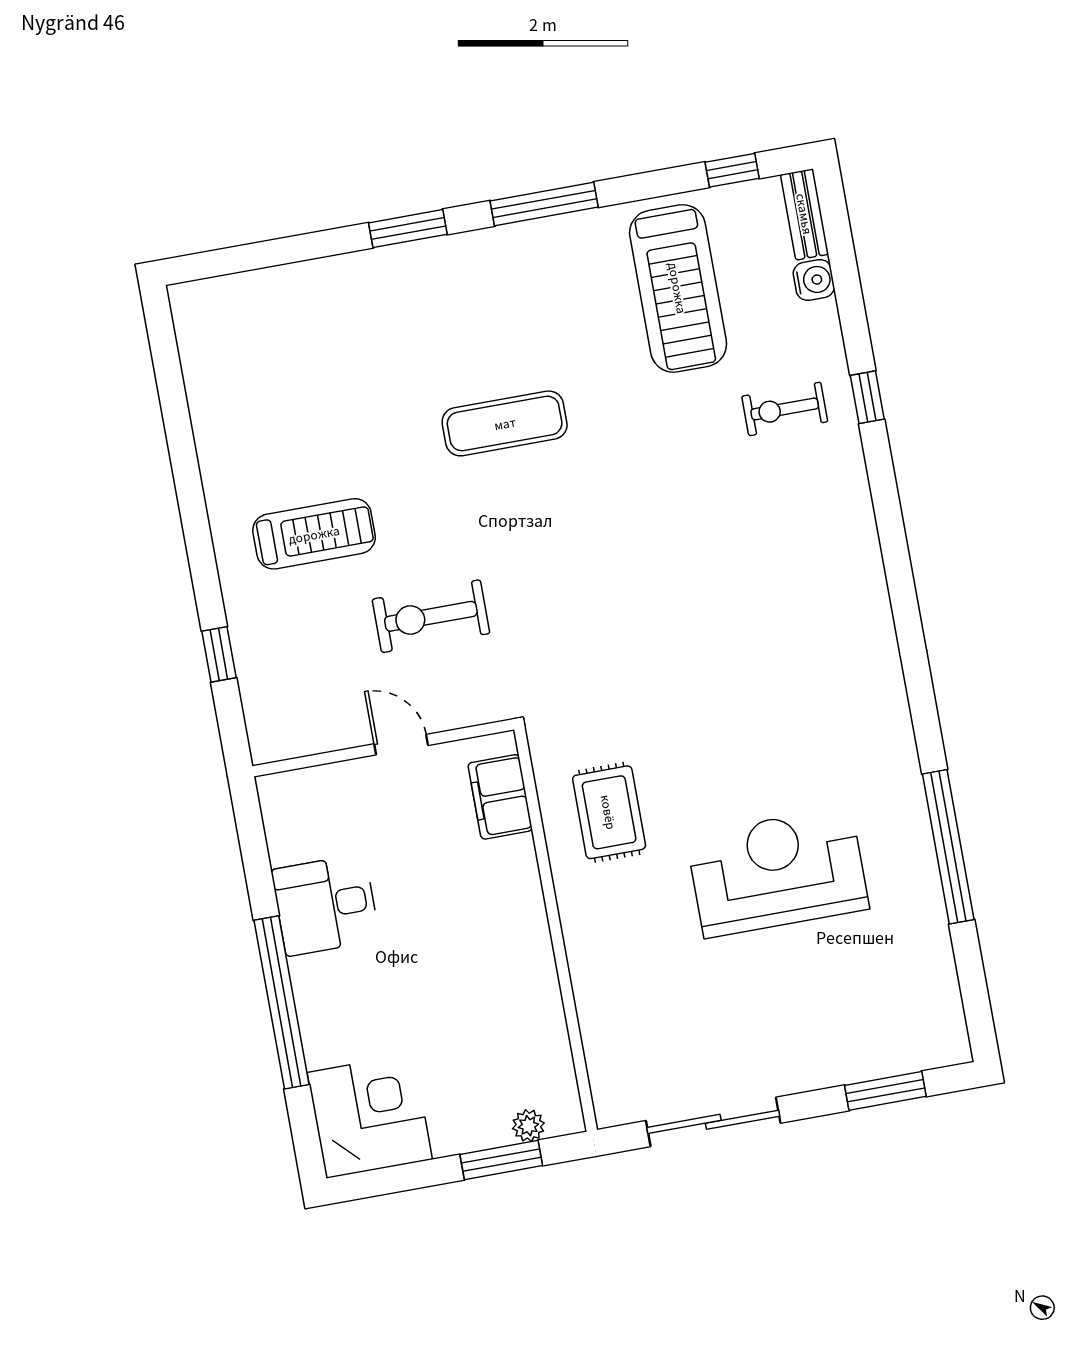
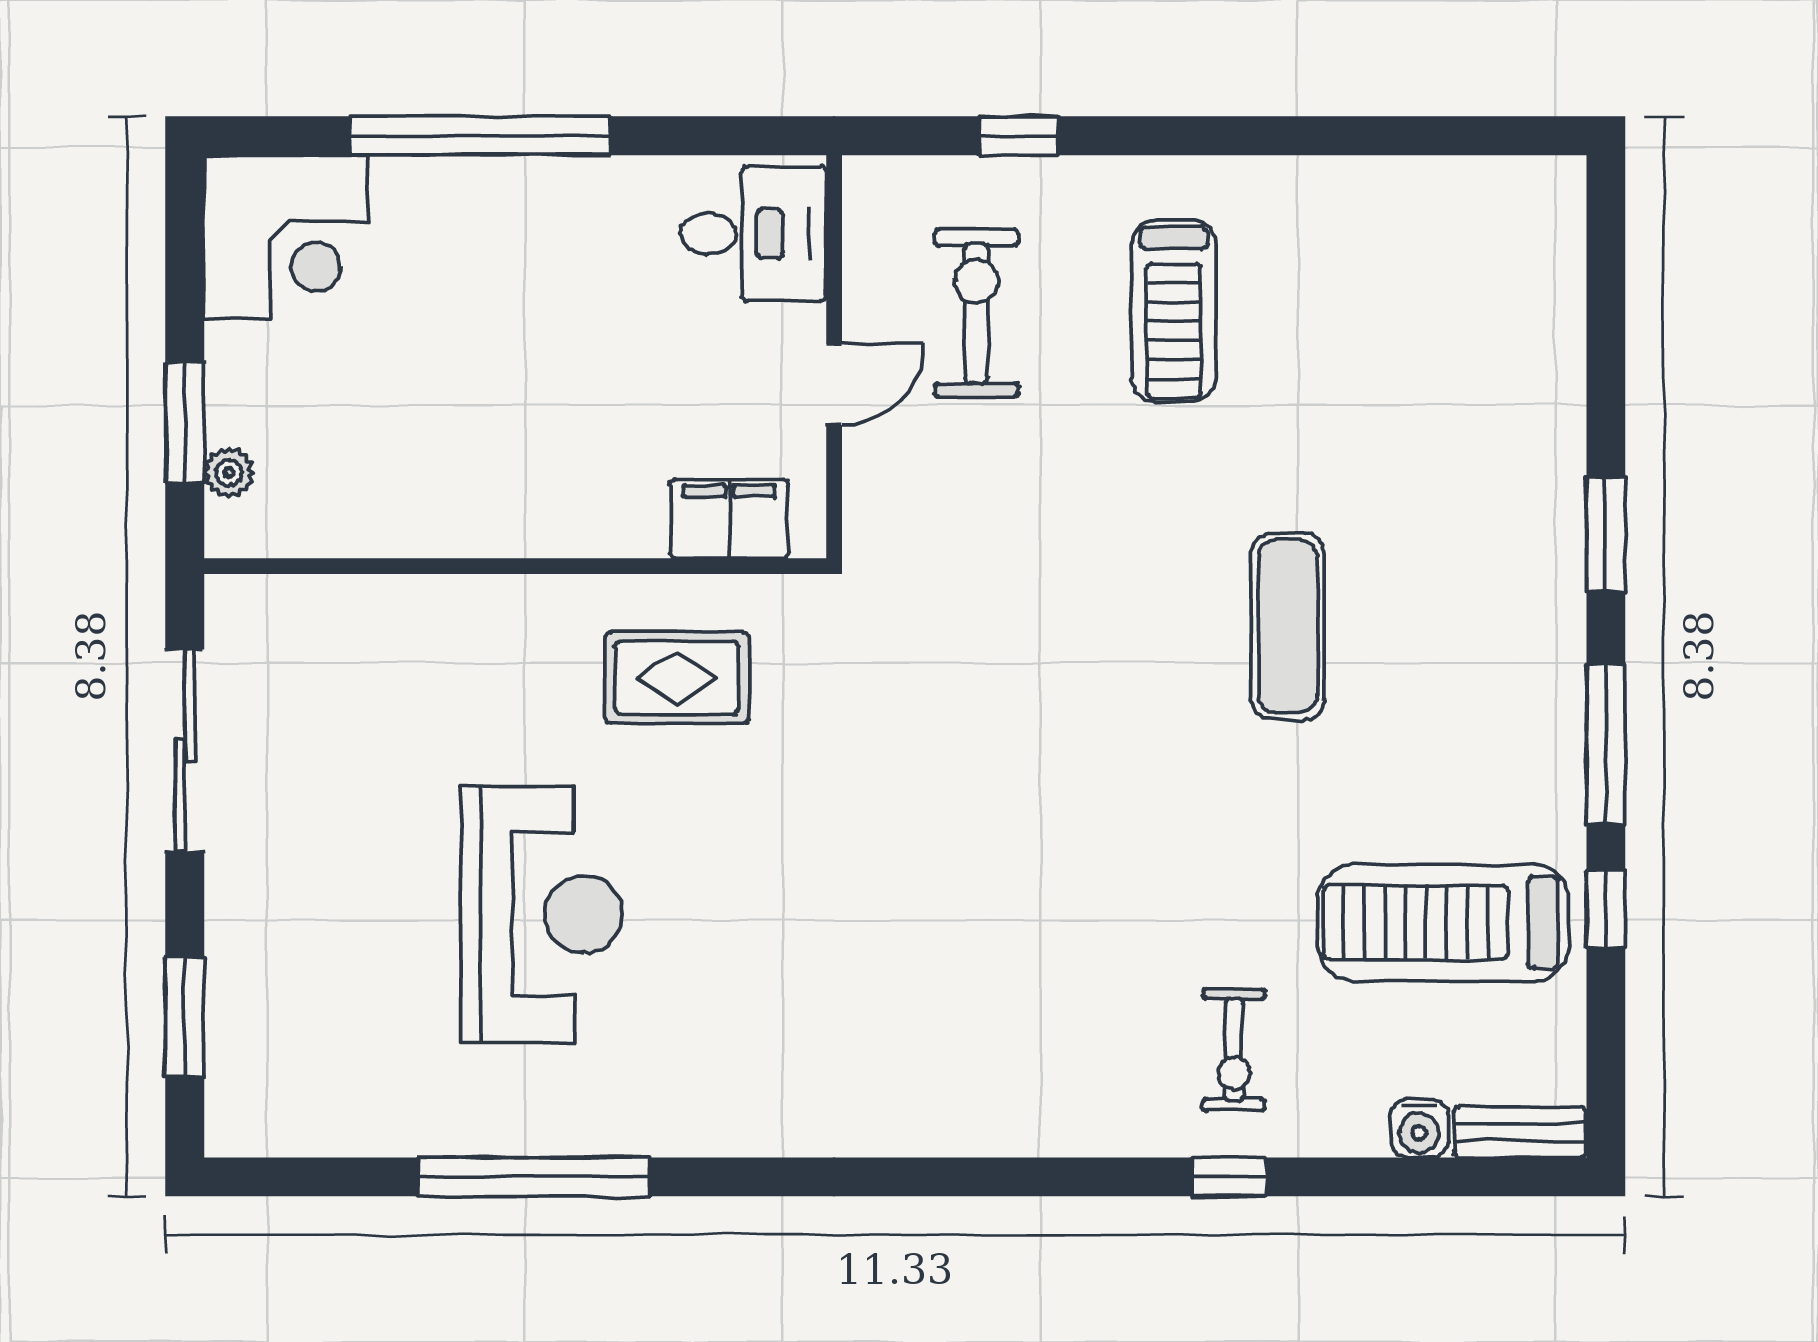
window: (732, 170) -> (1606, 909), moved
exercise bike: (785, 409) -> (1234, 1050), turned 180
exercise bike: (431, 616) -> (977, 313), moved
desk: (326, 905) -> (753, 234), moved, turned 90

